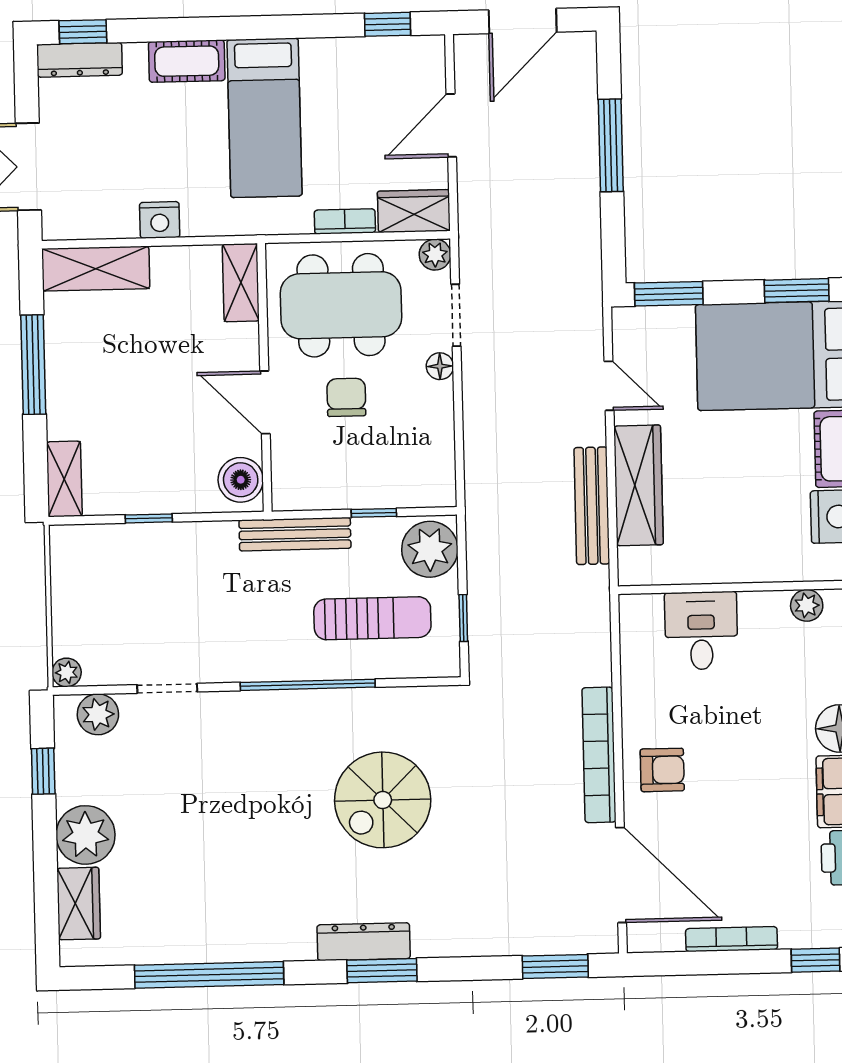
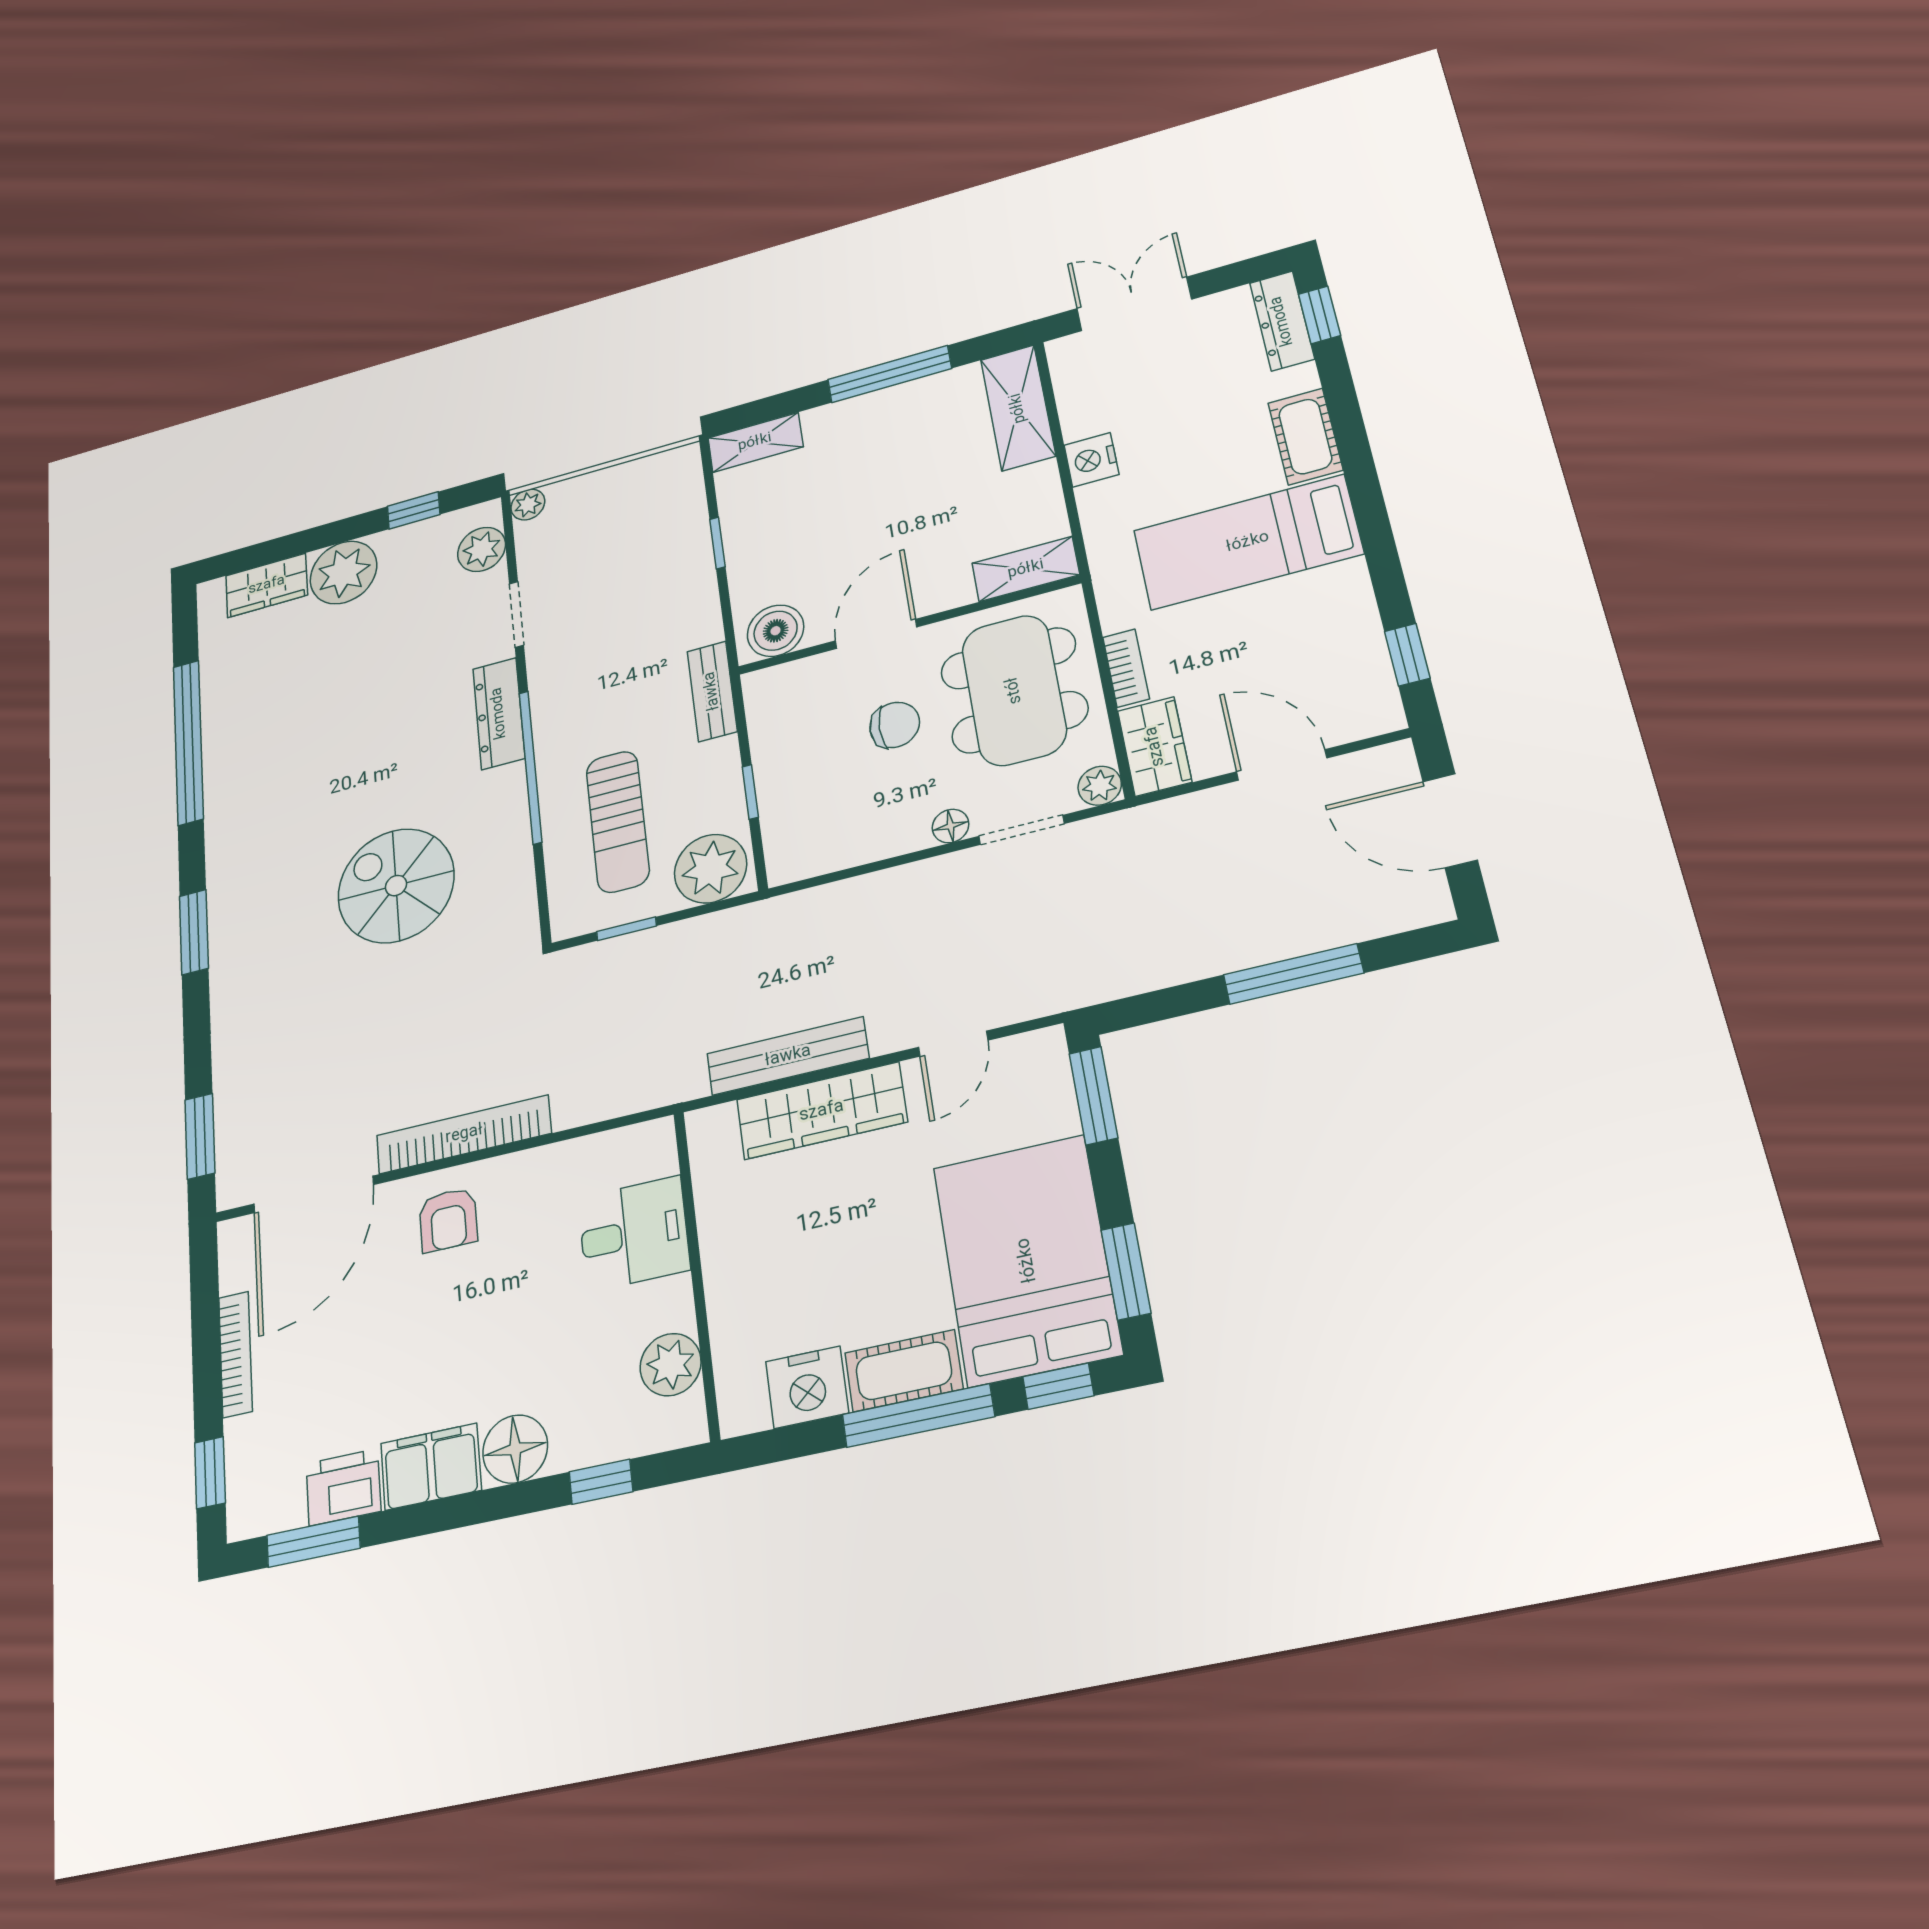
bench: (295, 534) -> (712, 691), width x0.73
plant: (807, 605) -> (671, 1365), width x1.38, depth x1.38
dresser: (364, 942) -> (499, 713), moved, turned 180

